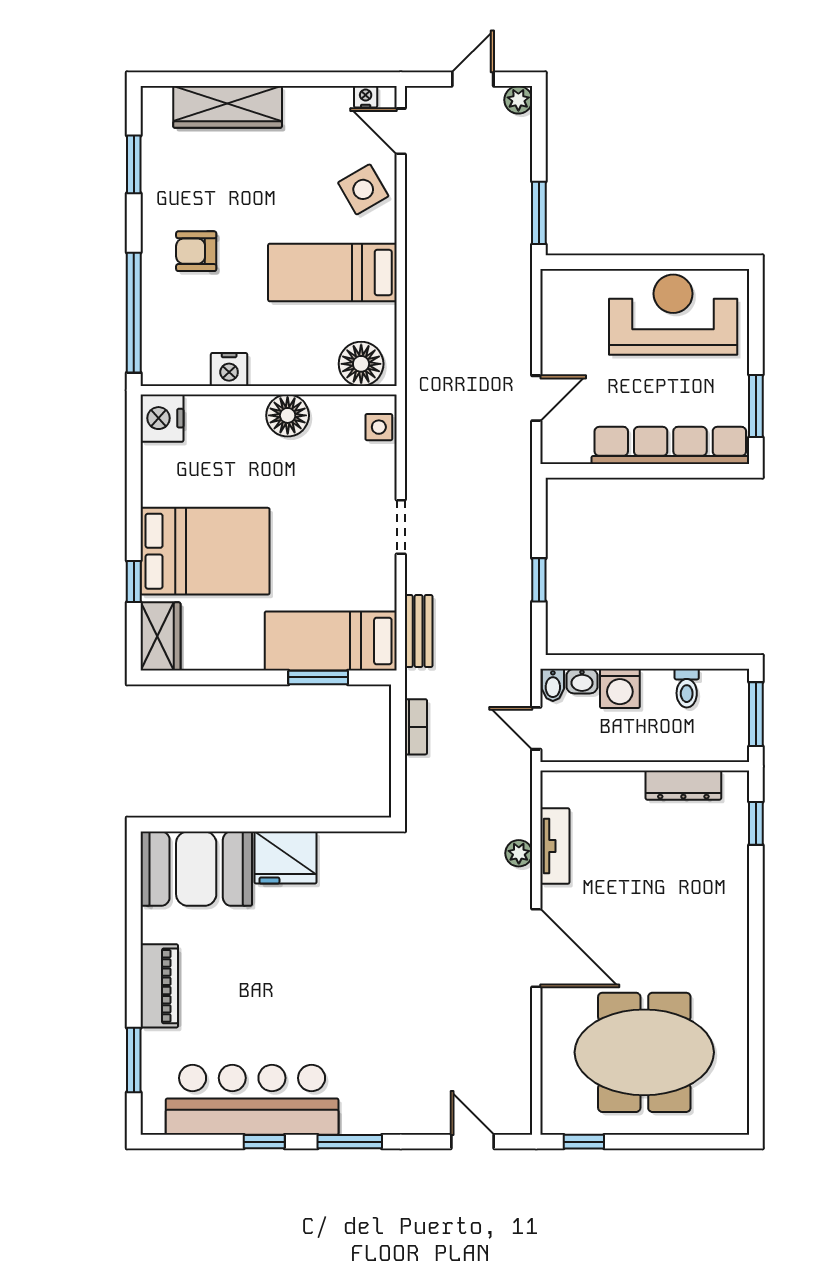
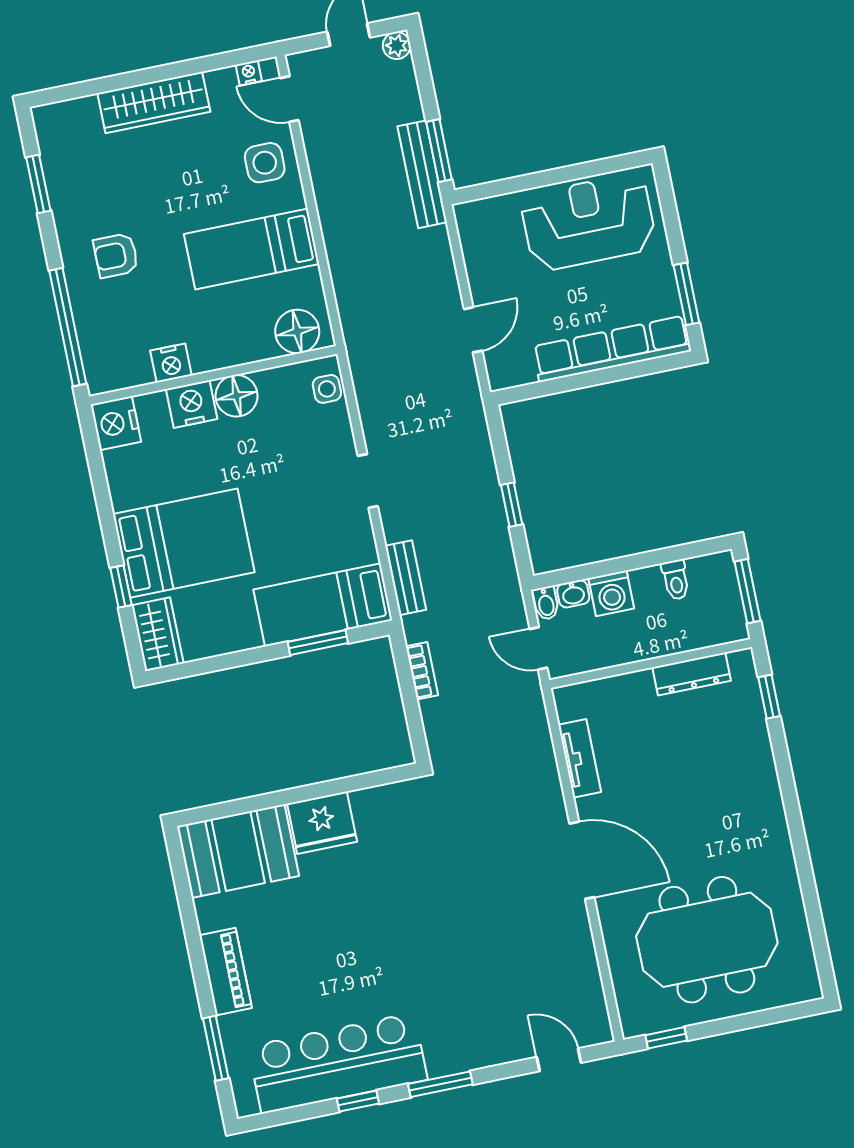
wardrobe: (228, 107) -> (154, 102), moved
side table: (363, 189) -> (265, 163), turned 30
bench: (517, 233) -> (422, 174), added
nightstand: (241, 414) -> (192, 404), added
plant: (519, 853) -> (546, 772), removed

